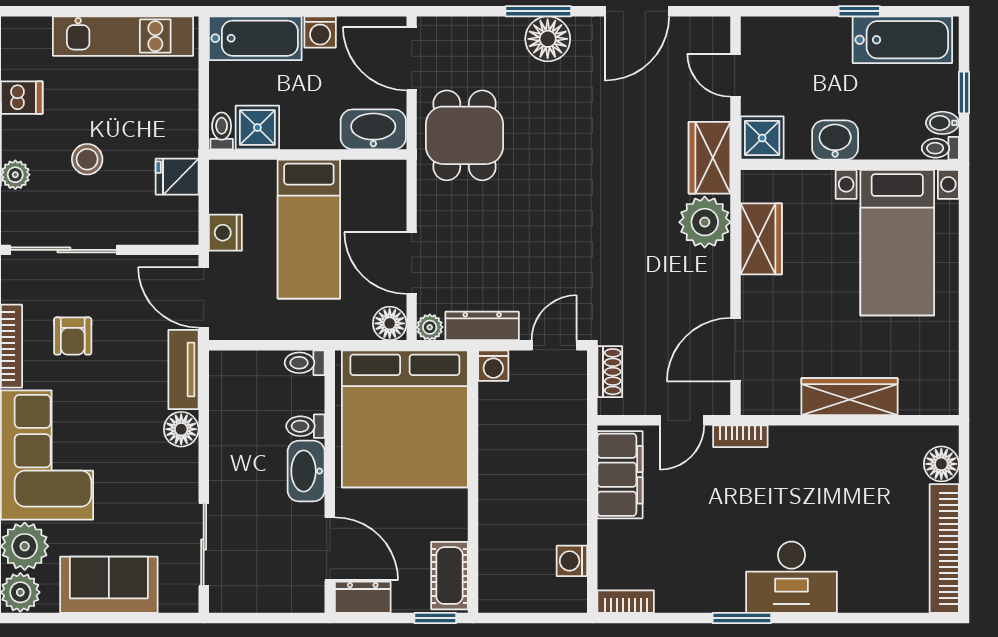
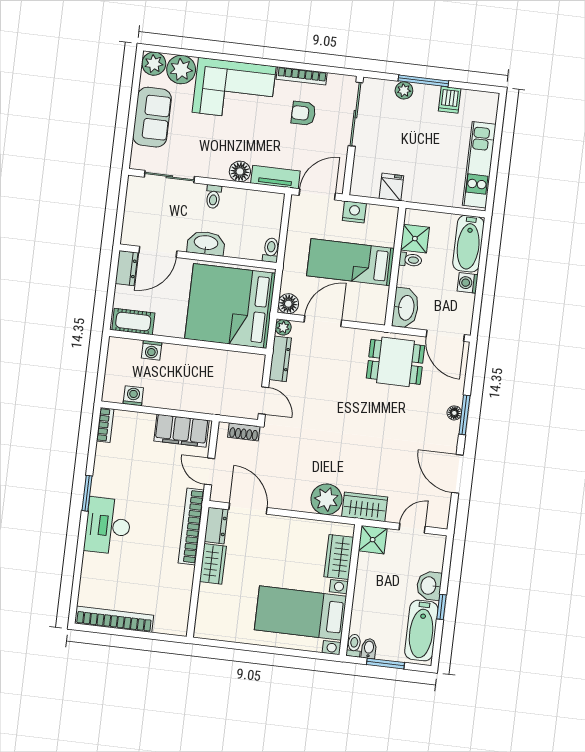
floor lamp: (548, 39) -> (454, 413), width x0.53, depth x0.53
door: (412, 59) -> (445, 336), swing flipped
window: (964, 92) -> (385, 664), width x1.50
toilet: (222, 131) -> (410, 260), moved
washbasin: (835, 140) -> (429, 586), moved, turned 180
stool: (87, 159) -> (408, 135), removed
wardrobe: (761, 239) -> (339, 557), moved, turned 90
washing machine: (493, 366) -> (152, 350), moved, turned -90
wardrobe: (849, 397) -> (213, 564), width x0.67
dresser: (770, 399) -> (216, 526), added
toilet: (305, 426) -> (213, 197), moved, turned 180
bookcase: (740, 436) -> (191, 526), width x2.31, depth x1.31
floor lamp: (941, 464) -> (165, 624), removed
window: (435, 618) -> (109, 310), removed

